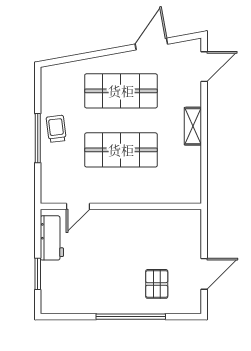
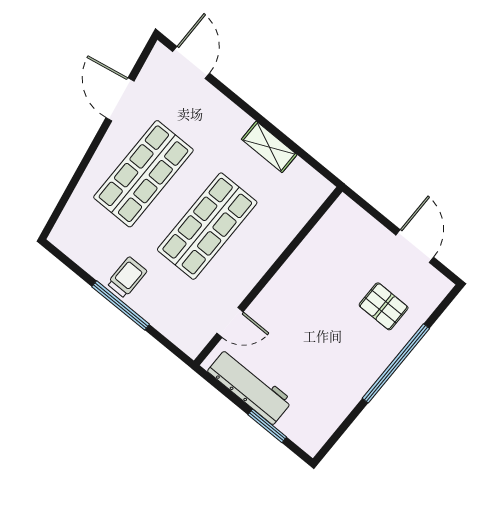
shelving: (193, 126) -> (269, 147), moved
trolley: (56, 129) -> (127, 277), turned 97
door: (78, 206) -> (230, 322), hinge flipped
workbench: (52, 238) -> (250, 386), width x1.38

